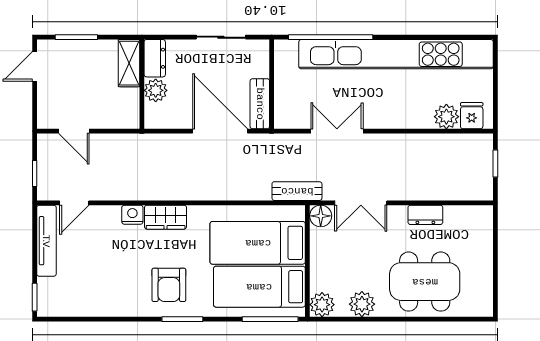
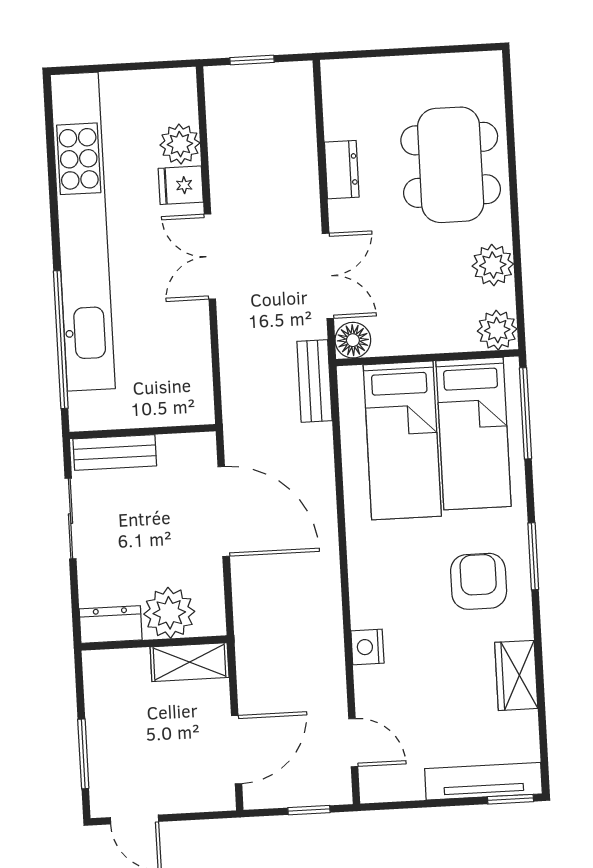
shelving: (129, 63) -> (190, 662), moved
plant: (156, 90) -> (169, 613), width x1.36, depth x1.36
bench: (260, 104) -> (115, 452), moved
fridge: (472, 116) -> (181, 185), moved
door: (74, 131) -> (237, 750), width x1.38
door: (220, 131) -> (224, 511), swing flipped
double door: (337, 131) -> (210, 257), moved
wardrobe: (166, 217) -> (516, 675), moved, turned 180
tv unit: (46, 241) -> (483, 781), moved
armchair: (169, 285) -> (479, 581), turned -90

